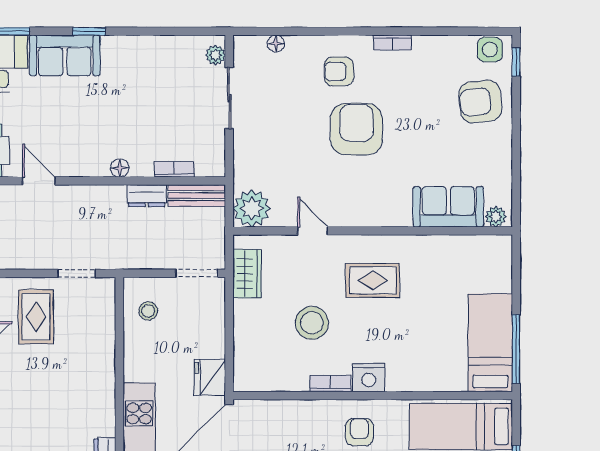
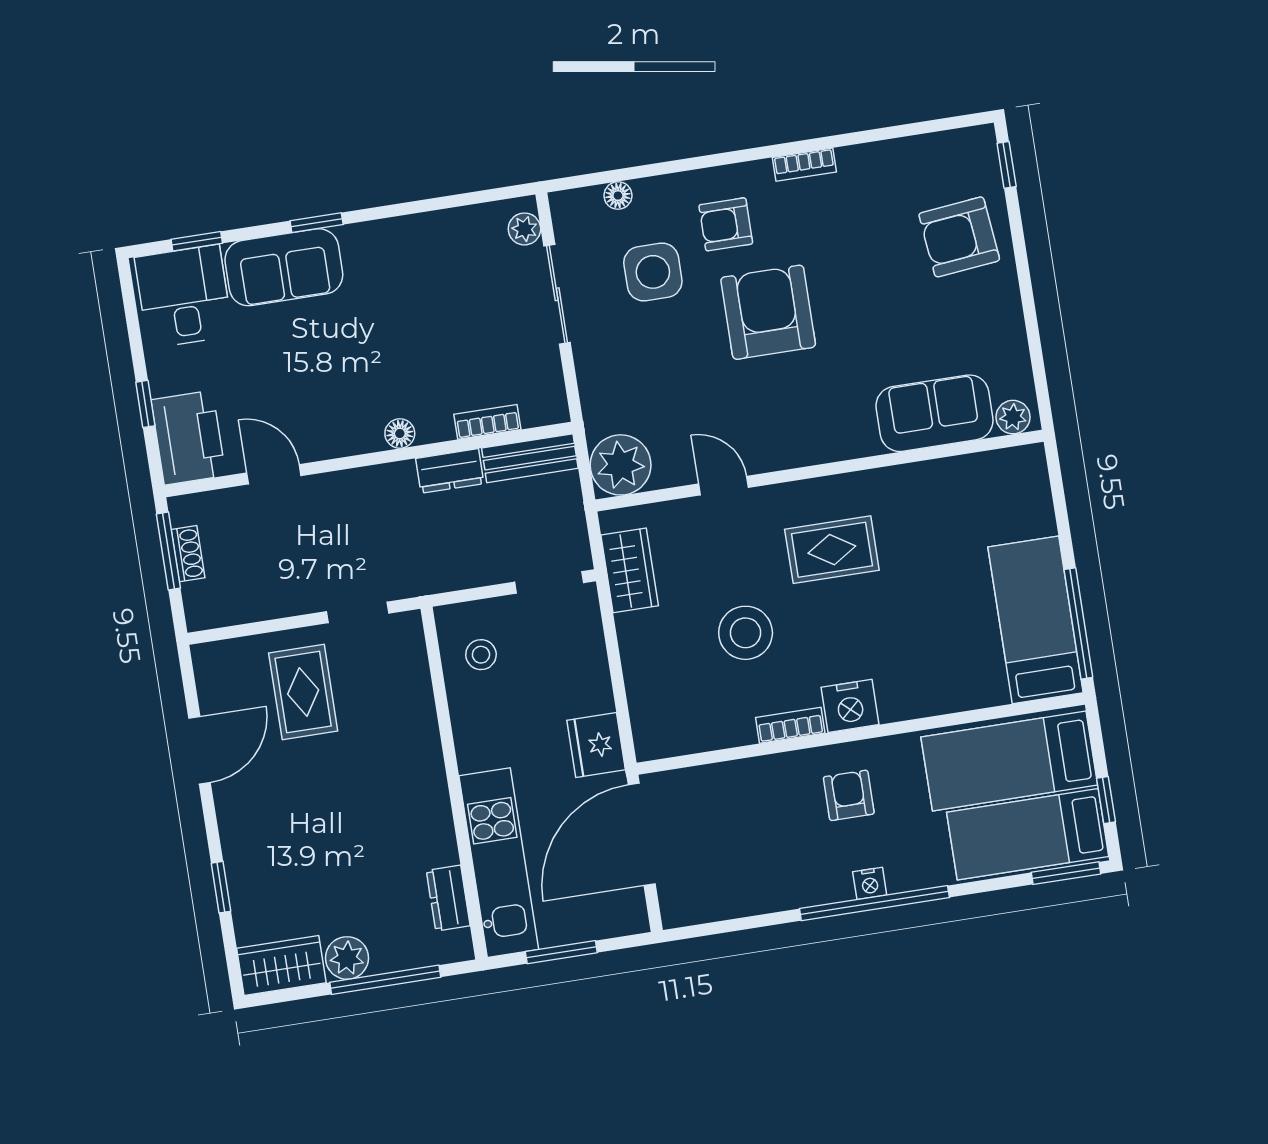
side table: (490, 50) -> (653, 272), moved, width x1.37, depth x1.37

